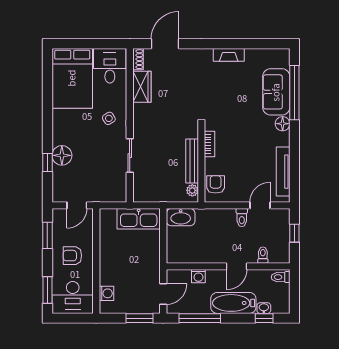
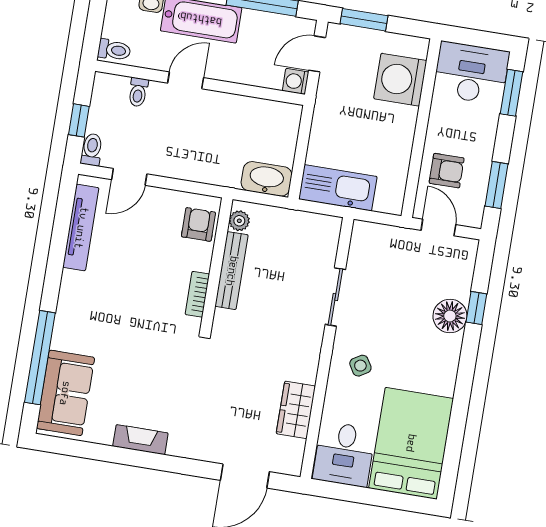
shoe rack: (138, 59) -> (295, 458), removed
sofa: (276, 92) -> (65, 393), moved
floor lamp: (283, 124) -> (68, 309), removed
armchair: (216, 184) -> (198, 224), turned 180
door: (77, 205) -> (438, 227), hinge flipped
toilet: (242, 218) -> (92, 150), moved
armchair: (72, 256) -> (447, 171), moved
washing machine: (198, 276) -> (296, 81), moved, turned -90
washing machine: (106, 293) -> (400, 80), width x1.89, depth x1.89

